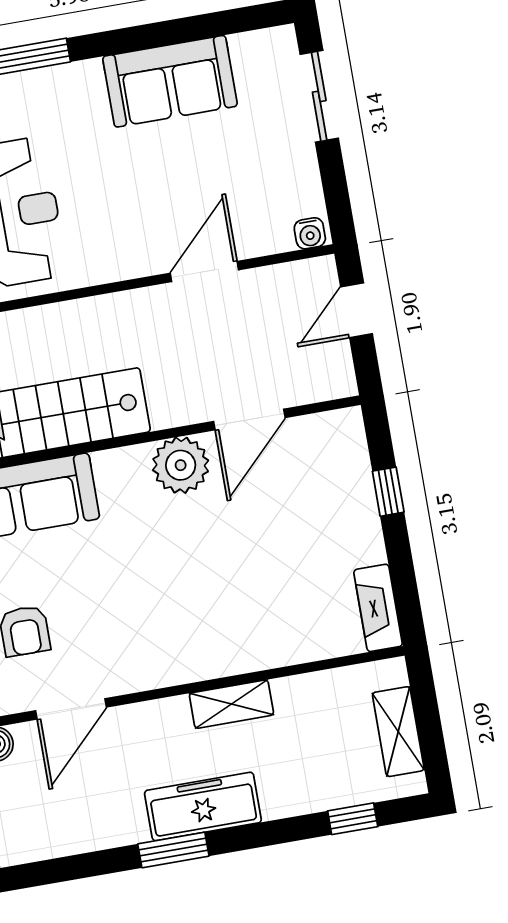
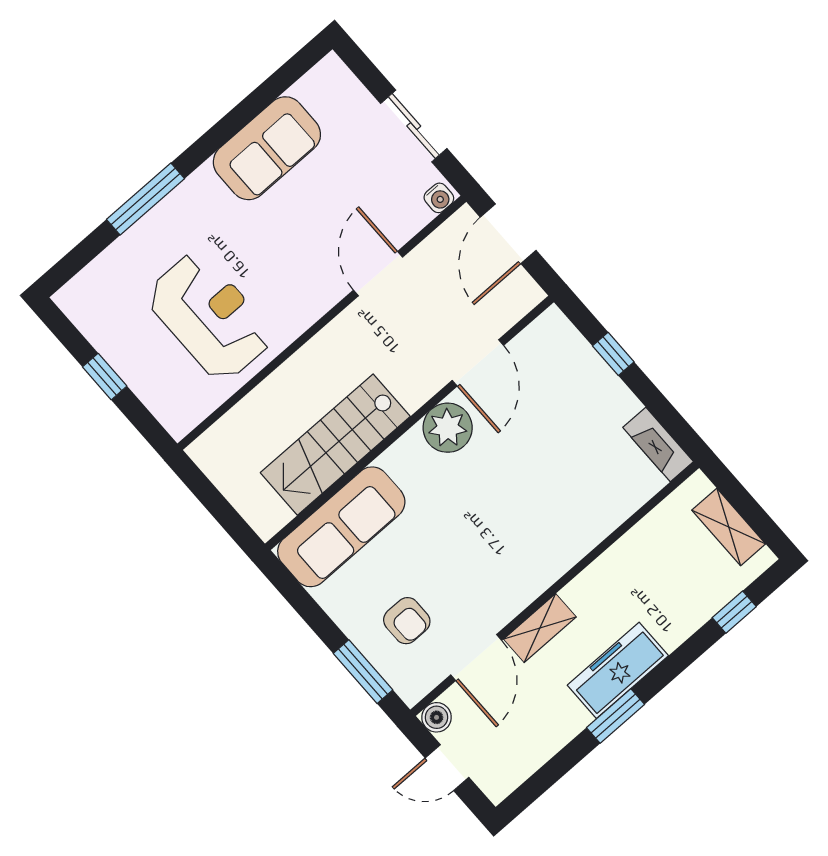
sliding door: (319, 96) -> (414, 126), moved
door: (357, 310) -> (508, 234), width x1.38
shelving: (231, 704) -> (540, 628), moved

